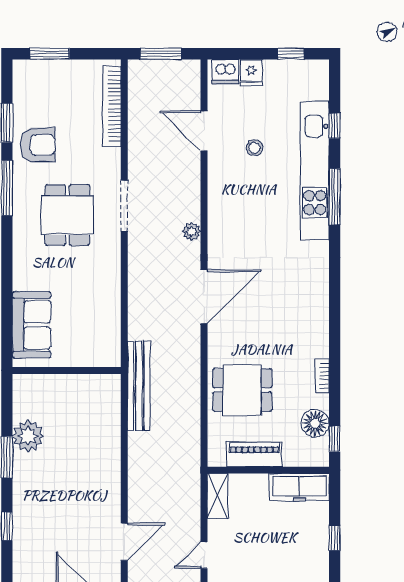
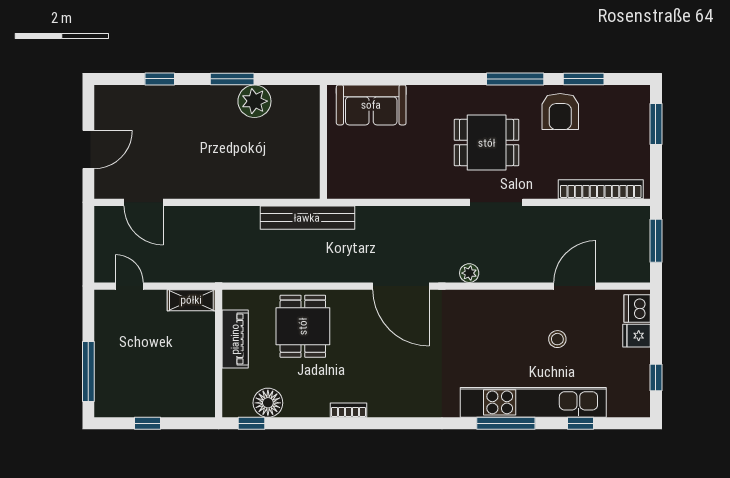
bookcase: (322, 376) -> (349, 410), moved
freezer: (299, 487) -> (201, 386), removed

